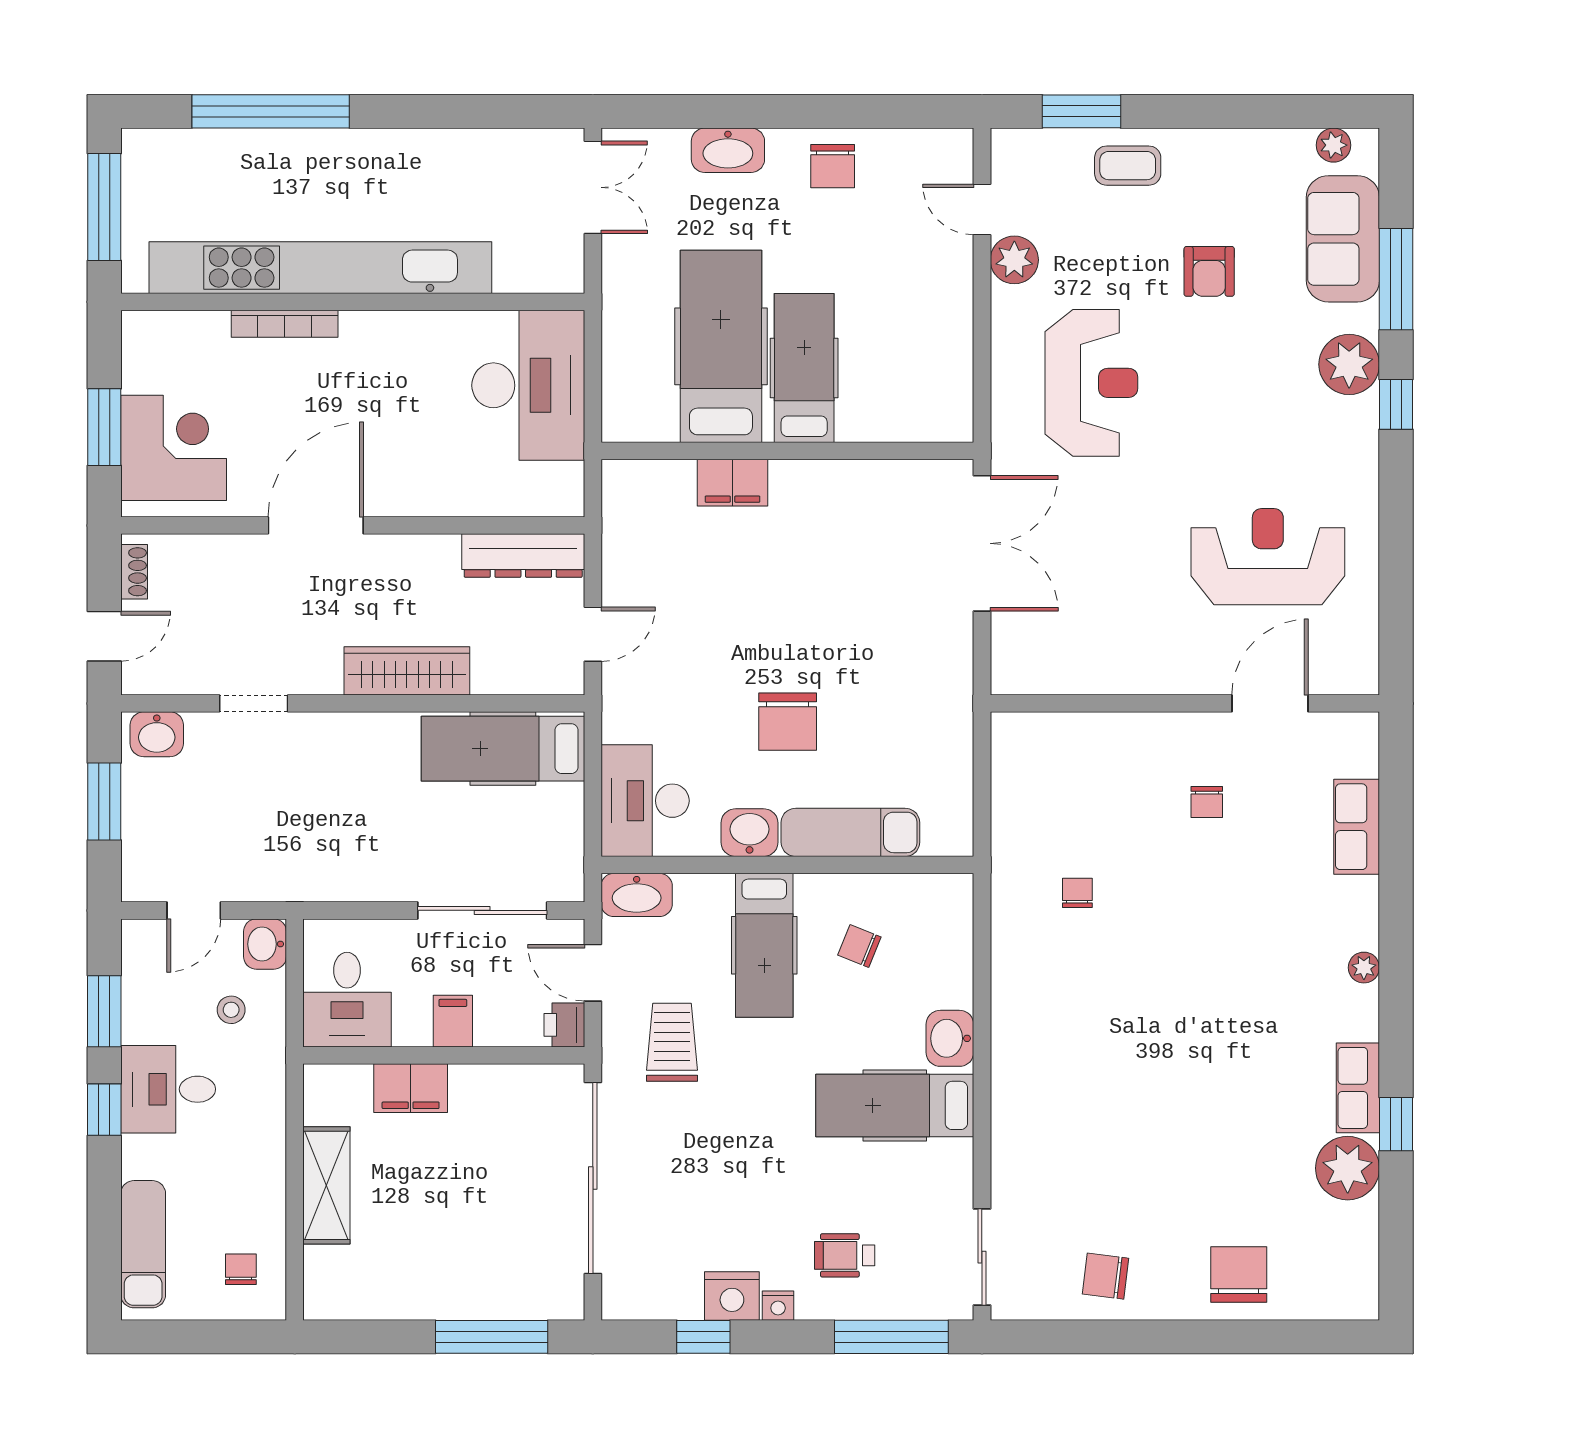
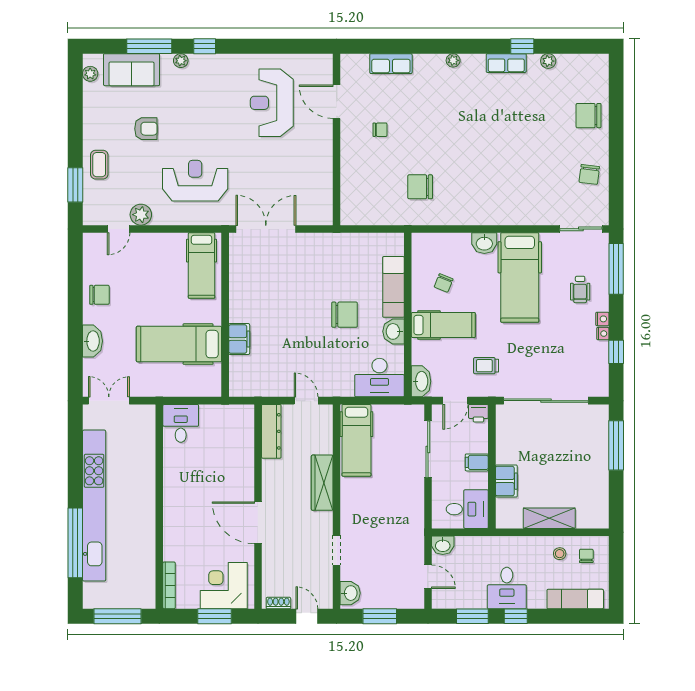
kitchen unit: (320, 268) -> (94, 506), moved, turned 180
bookcase: (285, 324) -> (169, 585), moved
plant: (1349, 364) -> (181, 61), width x0.53, depth x0.53
hospital bed: (804, 368) -> (202, 265), moved, turned -90
desk: (528, 385) -> (181, 423), width x0.53, depth x0.77
chair: (1077, 893) -> (420, 187), width x1.87, depth x1.87
stool: (231, 1010) -> (560, 554), moved
trolley: (672, 1042) -> (486, 366), width x0.73, depth x0.72
hospital bed: (895, 1105) -> (520, 277), width x1.37, depth x1.29
plant: (1348, 1168) -> (548, 61), width x0.53, depth x0.53
chair: (241, 1269) -> (586, 556), turned 90
nightstand: (732, 1296) -> (603, 334), width x0.53, depth x0.56

